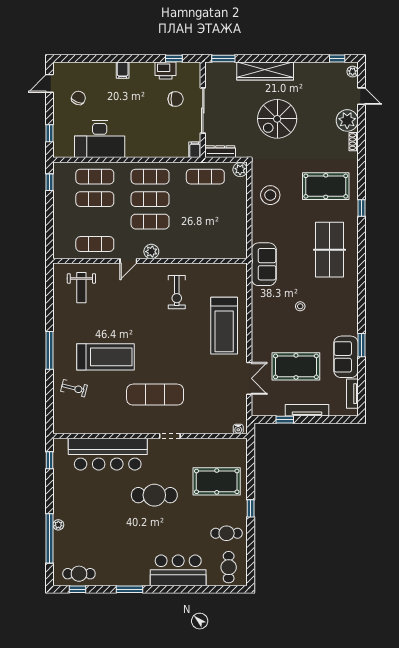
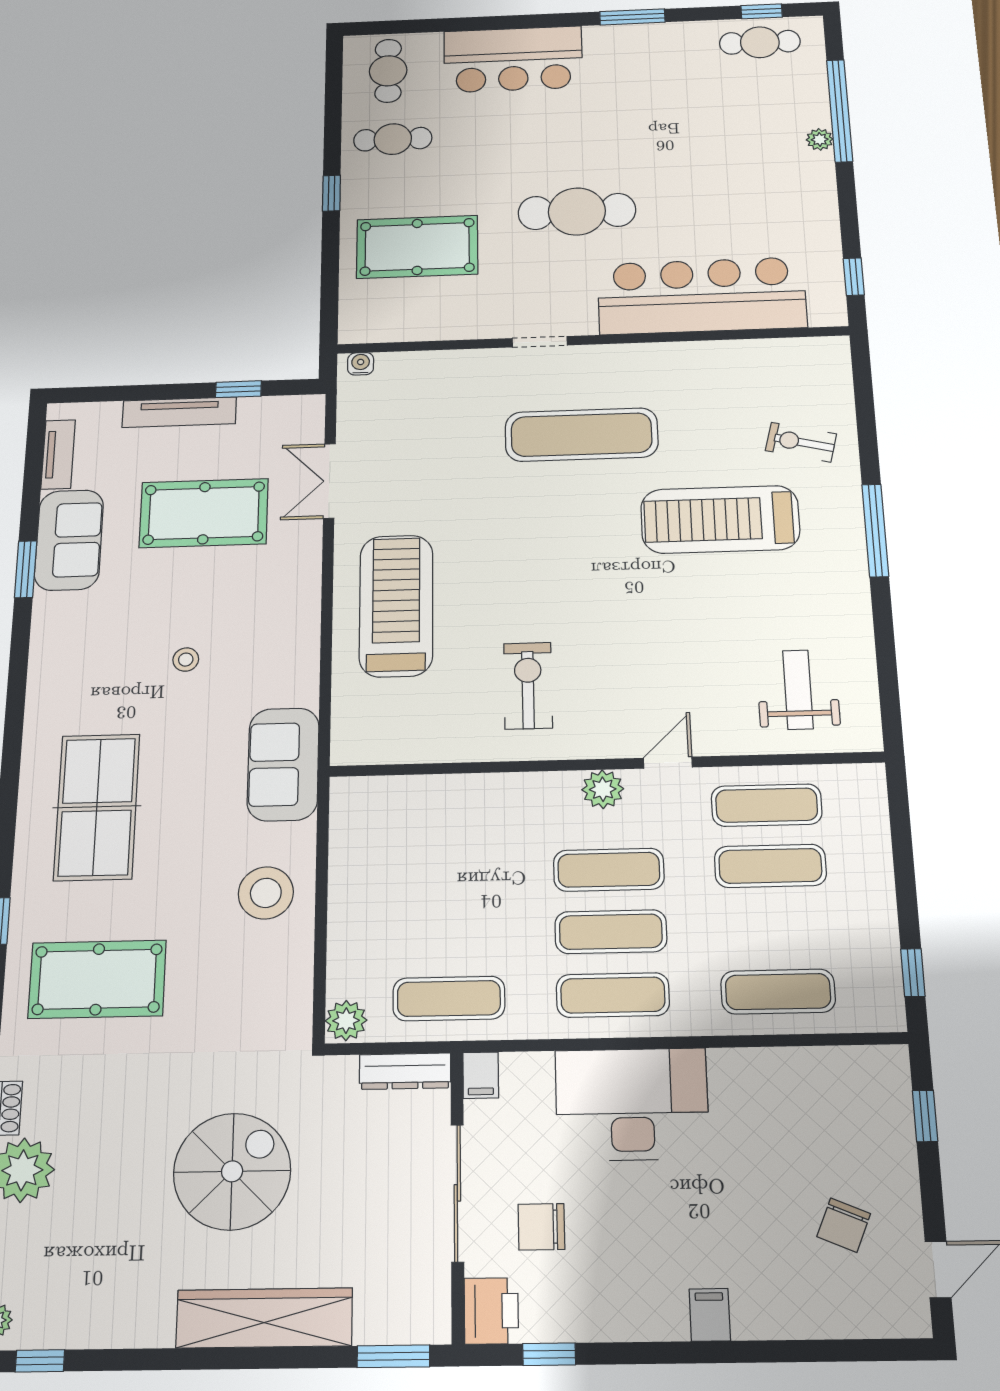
printer: (166, 71) -> (491, 1311), moved, turned 90
desk: (100, 139) -> (632, 1104), moved
stool: (270, 195) -> (266, 893), moved
exercise mat: (95, 199) -> (770, 866), moved

